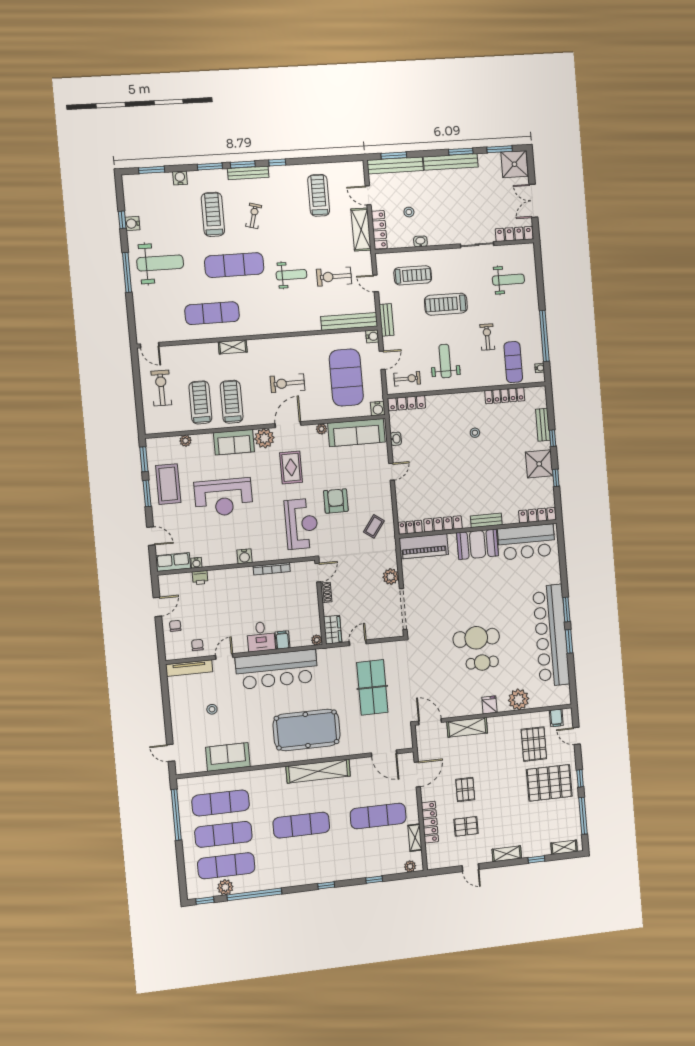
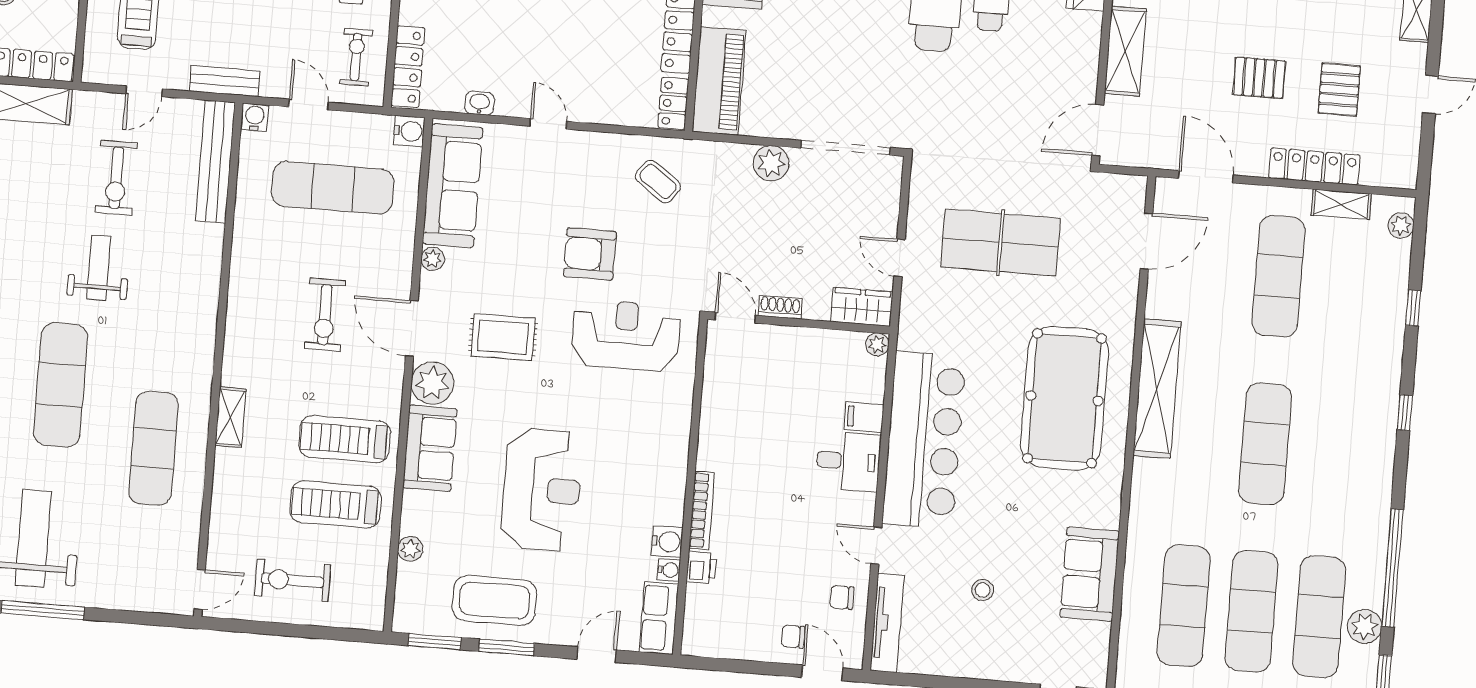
exercise mat: (346, 378) -> (333, 188), width x0.68
water cooler: (244, 556) -> (667, 541), moved
bookcase: (272, 569) -> (702, 510), moved
door: (157, 607) -> (822, 673), moved

